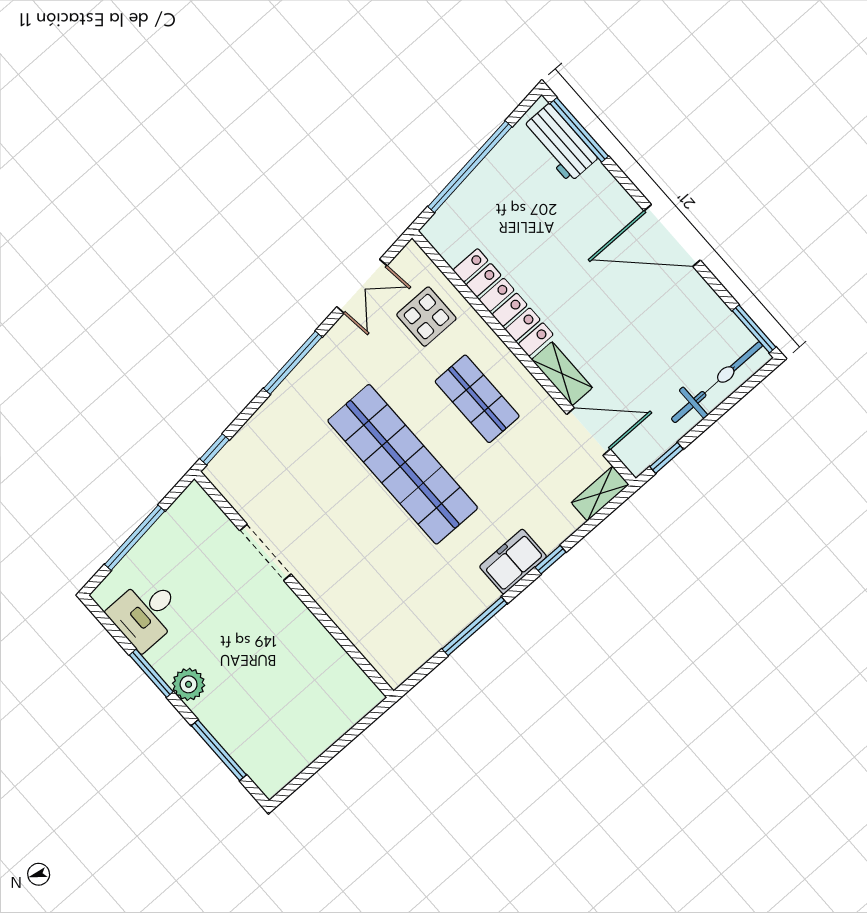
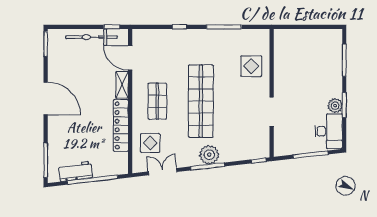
workbench: (559, 143) -> (75, 171), moved, turned -97
bicycle: (717, 382) -> (92, 37), moved
plant: (308, 385) -> (209, 155), added
shelving: (600, 494) -> (144, 34), removed
freezer: (513, 562) -> (193, 37), removed
display table: (369, 600) -> (251, 66), added
desk: (146, 613) -> (329, 131), width x1.37
plant: (189, 684) -> (335, 106), moved

